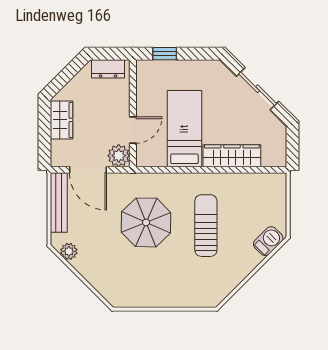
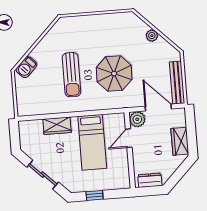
window: (165, 54) -> (95, 195), moved
wardrobe: (232, 156) -> (57, 126), width x0.67
plant: (69, 251) -> (152, 36), moved

